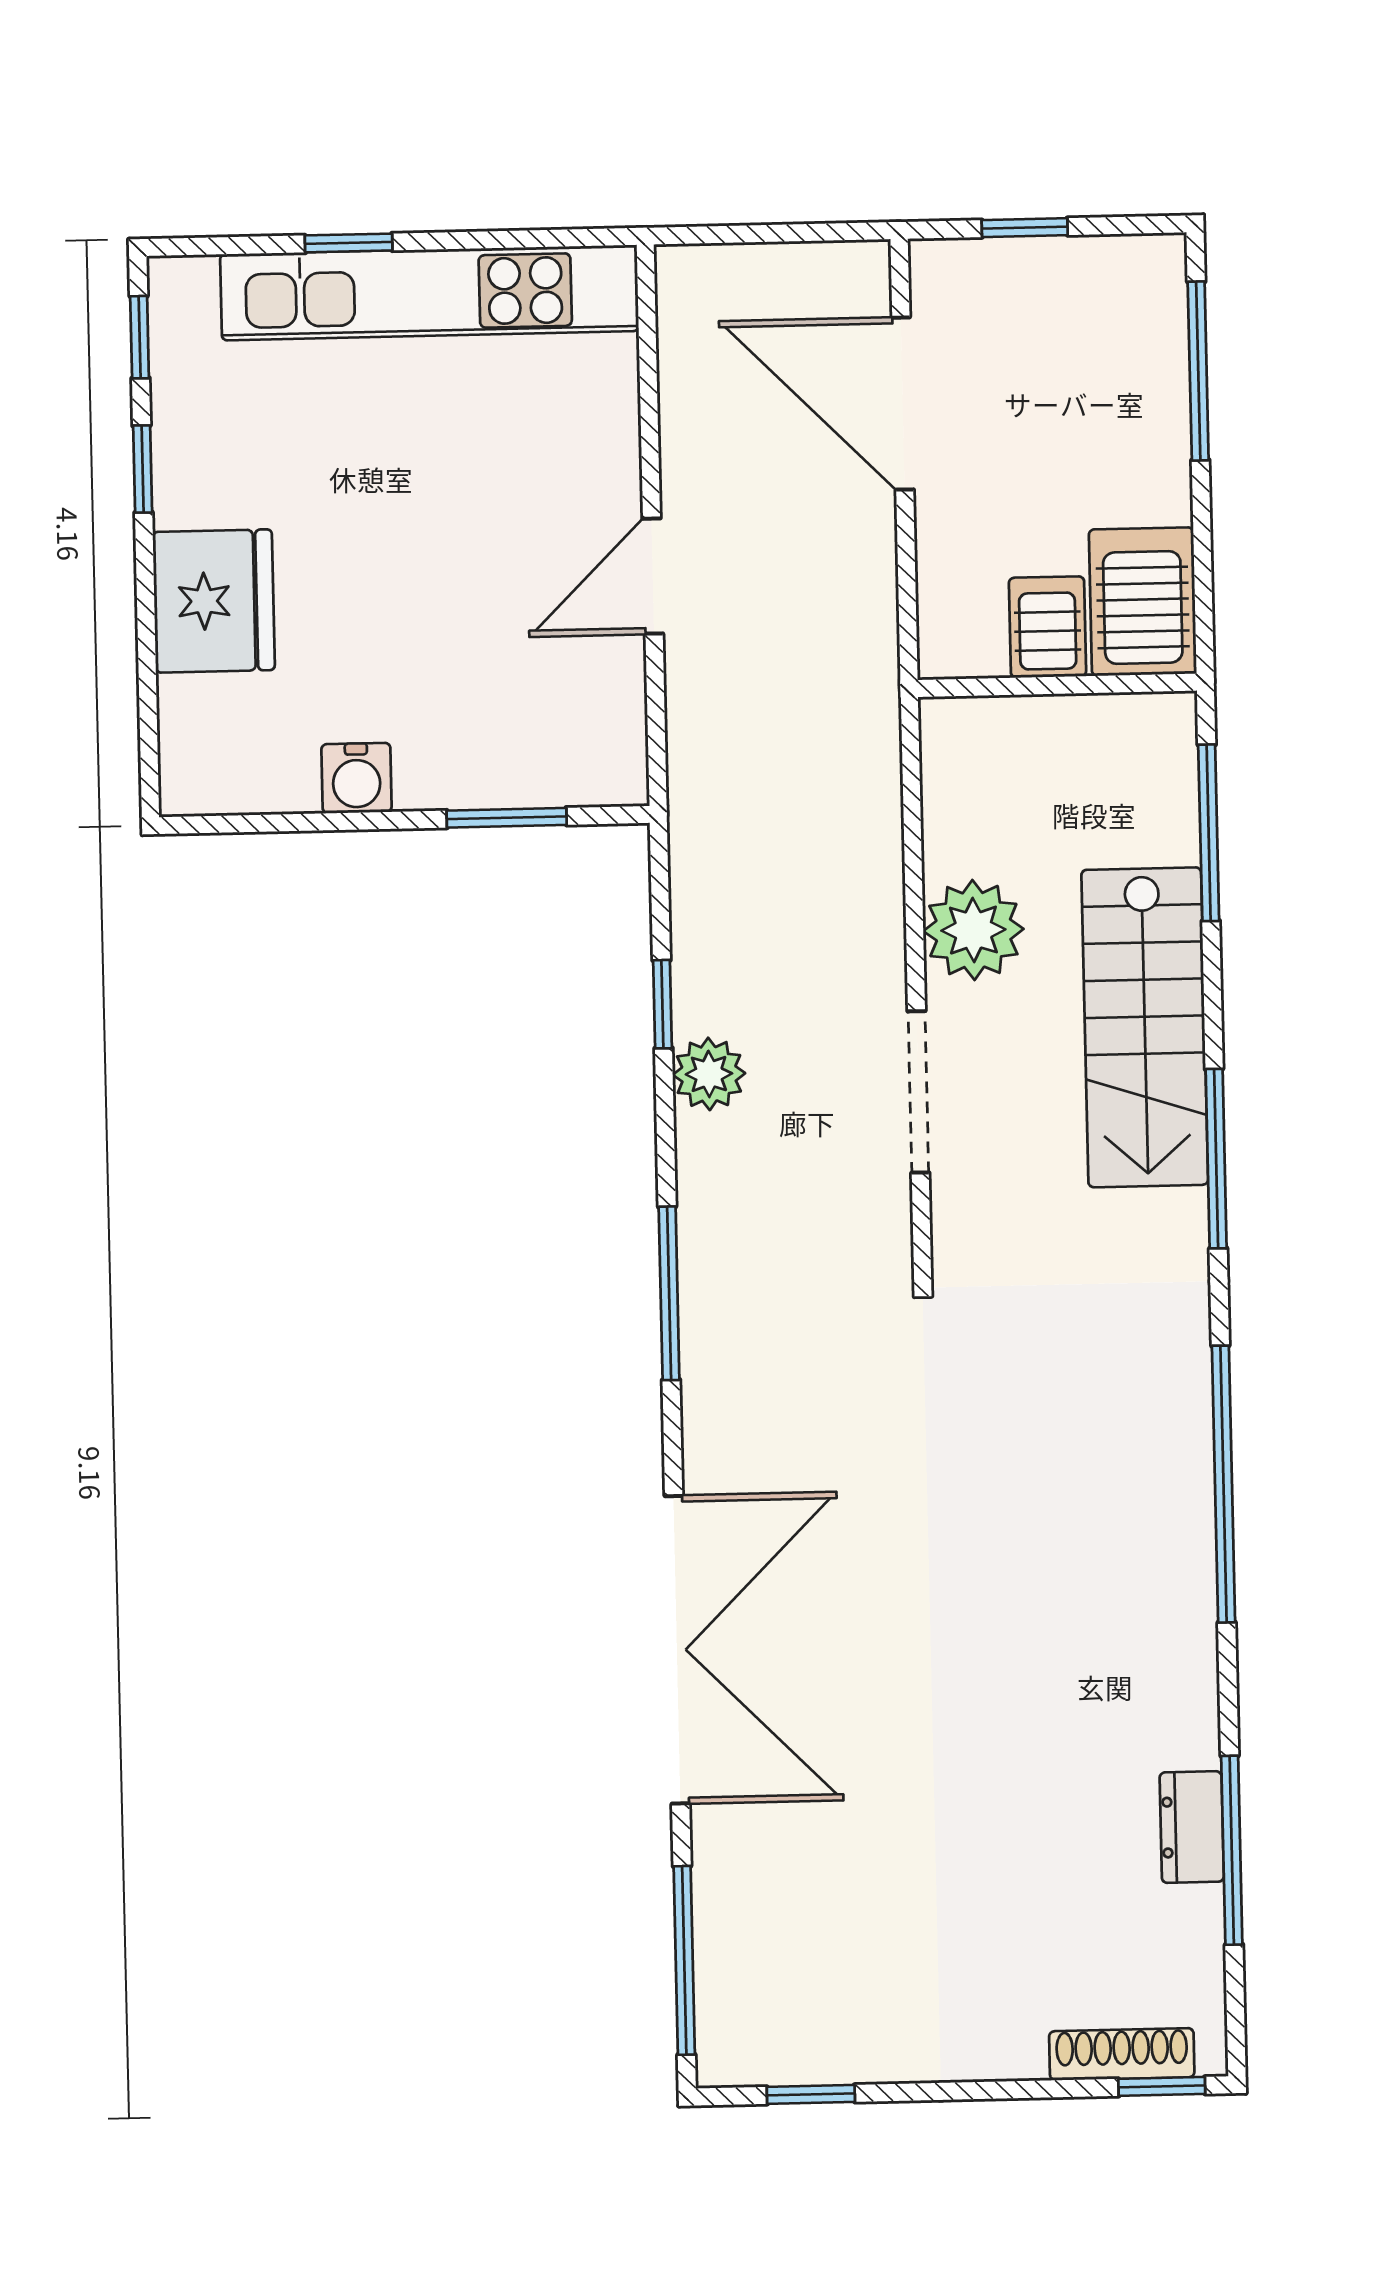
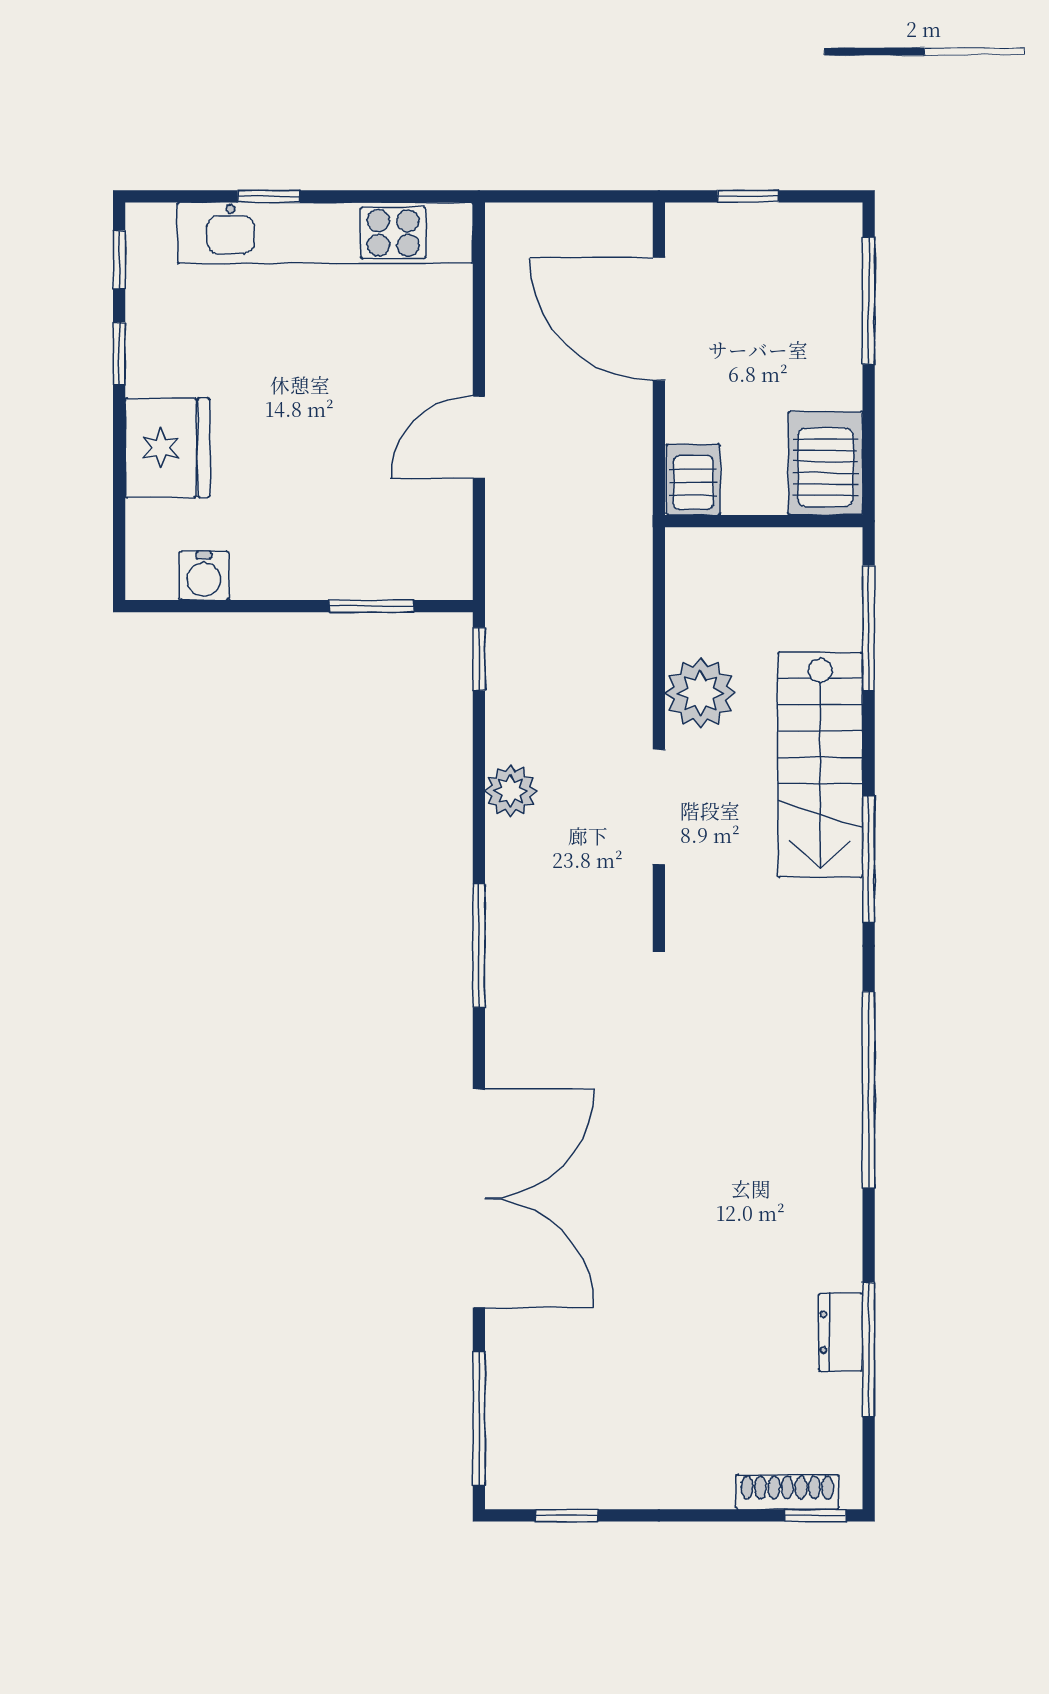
server rack: (1048, 627) -> (693, 480), moved
water cooler: (357, 778) -> (204, 576), moved
window: (662, 1004) -> (479, 659), moved

